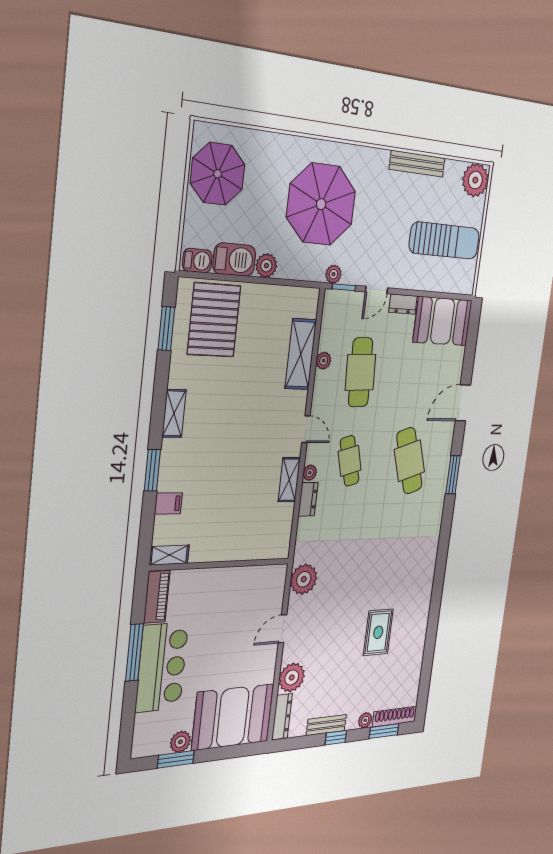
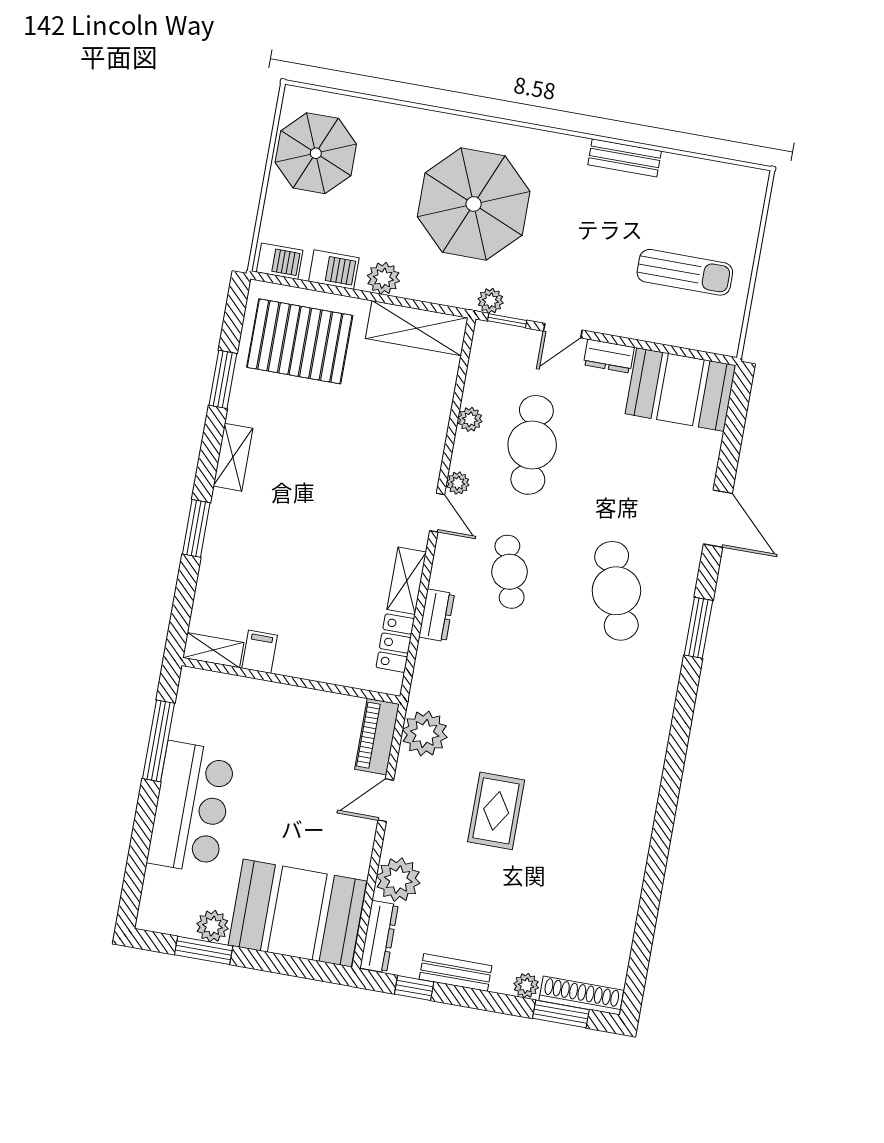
bench: (417, 164) -> (625, 158), width x0.73
plant: (475, 180) -> (742, 190), removed
sun lounger: (444, 241) -> (685, 272), width x0.73, depth x0.75
barbecue: (234, 260) -> (334, 270), width x0.73, depth x0.79
pallet: (214, 320) -> (300, 341), turned 90
window: (166, 329) -> (223, 379), moved
shelving: (301, 354) -> (417, 328), moved, turned 90
door: (463, 403) -> (718, 519), swing flipped
plant: (310, 473) -> (458, 483), moved
filing cabinet: (168, 503) -> (260, 652), moved, turned -90
locker: (284, 524) -> (395, 643), added
piano: (157, 597) -> (377, 737), moved, turned 180
rug: (378, 632) -> (496, 811), moved
window: (134, 653) -> (158, 741), moved
window: (336, 738) -> (414, 988), moved

